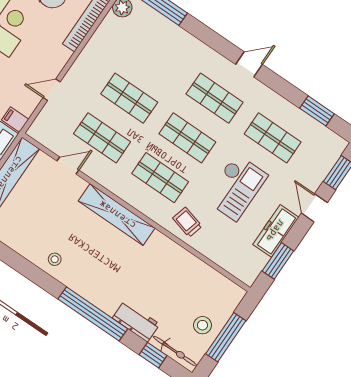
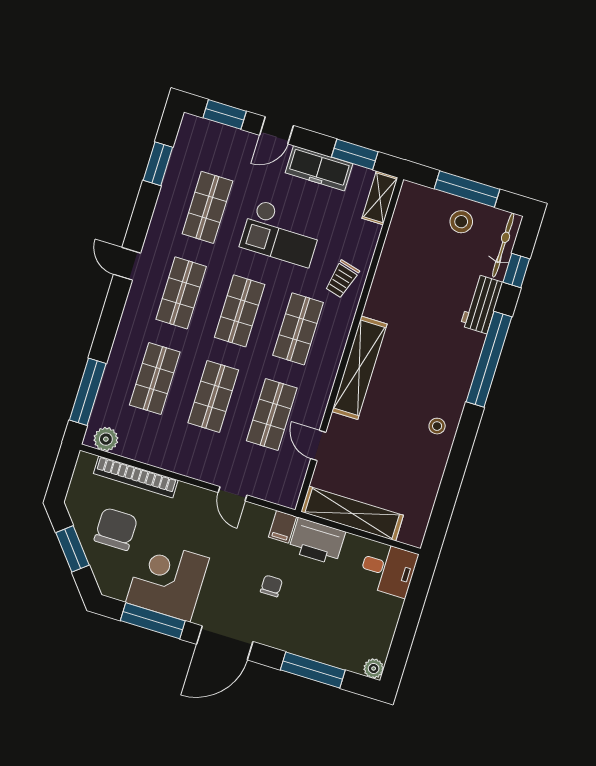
shop shelf: (156, 58) -> (155, 378), added
checkout: (236, 187) -> (281, 233), turned 180
shelving: (239, 270) -> (380, 198), added

